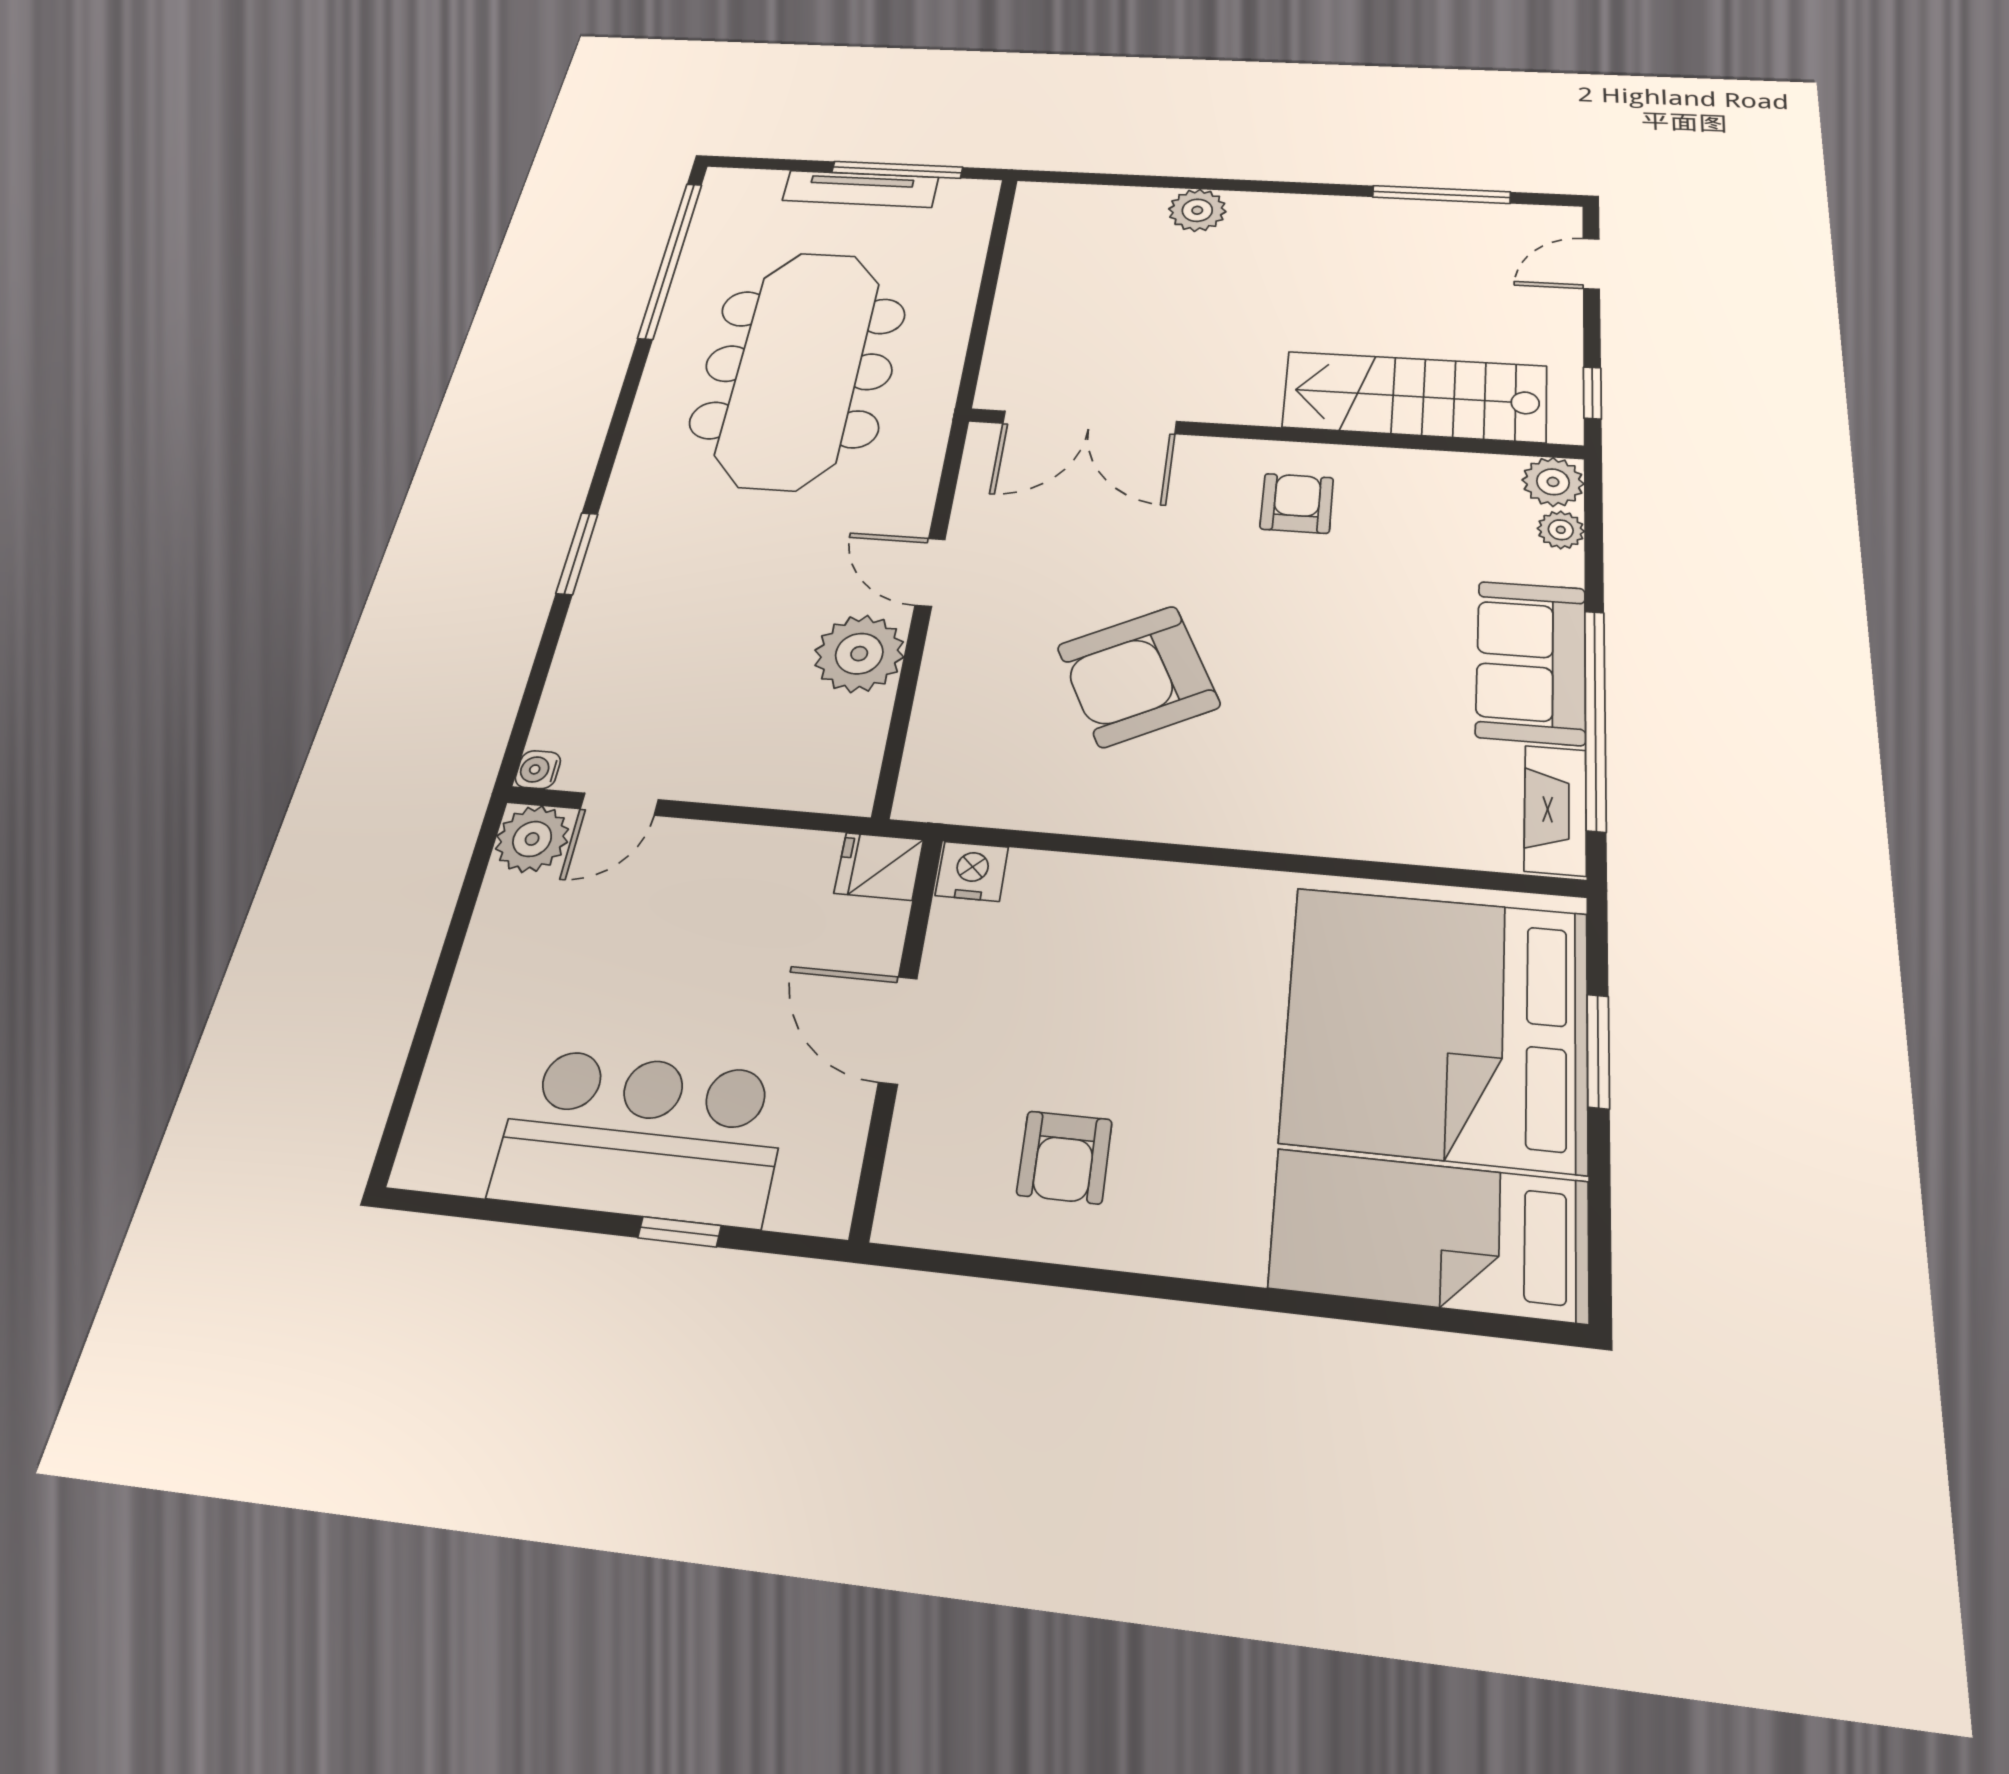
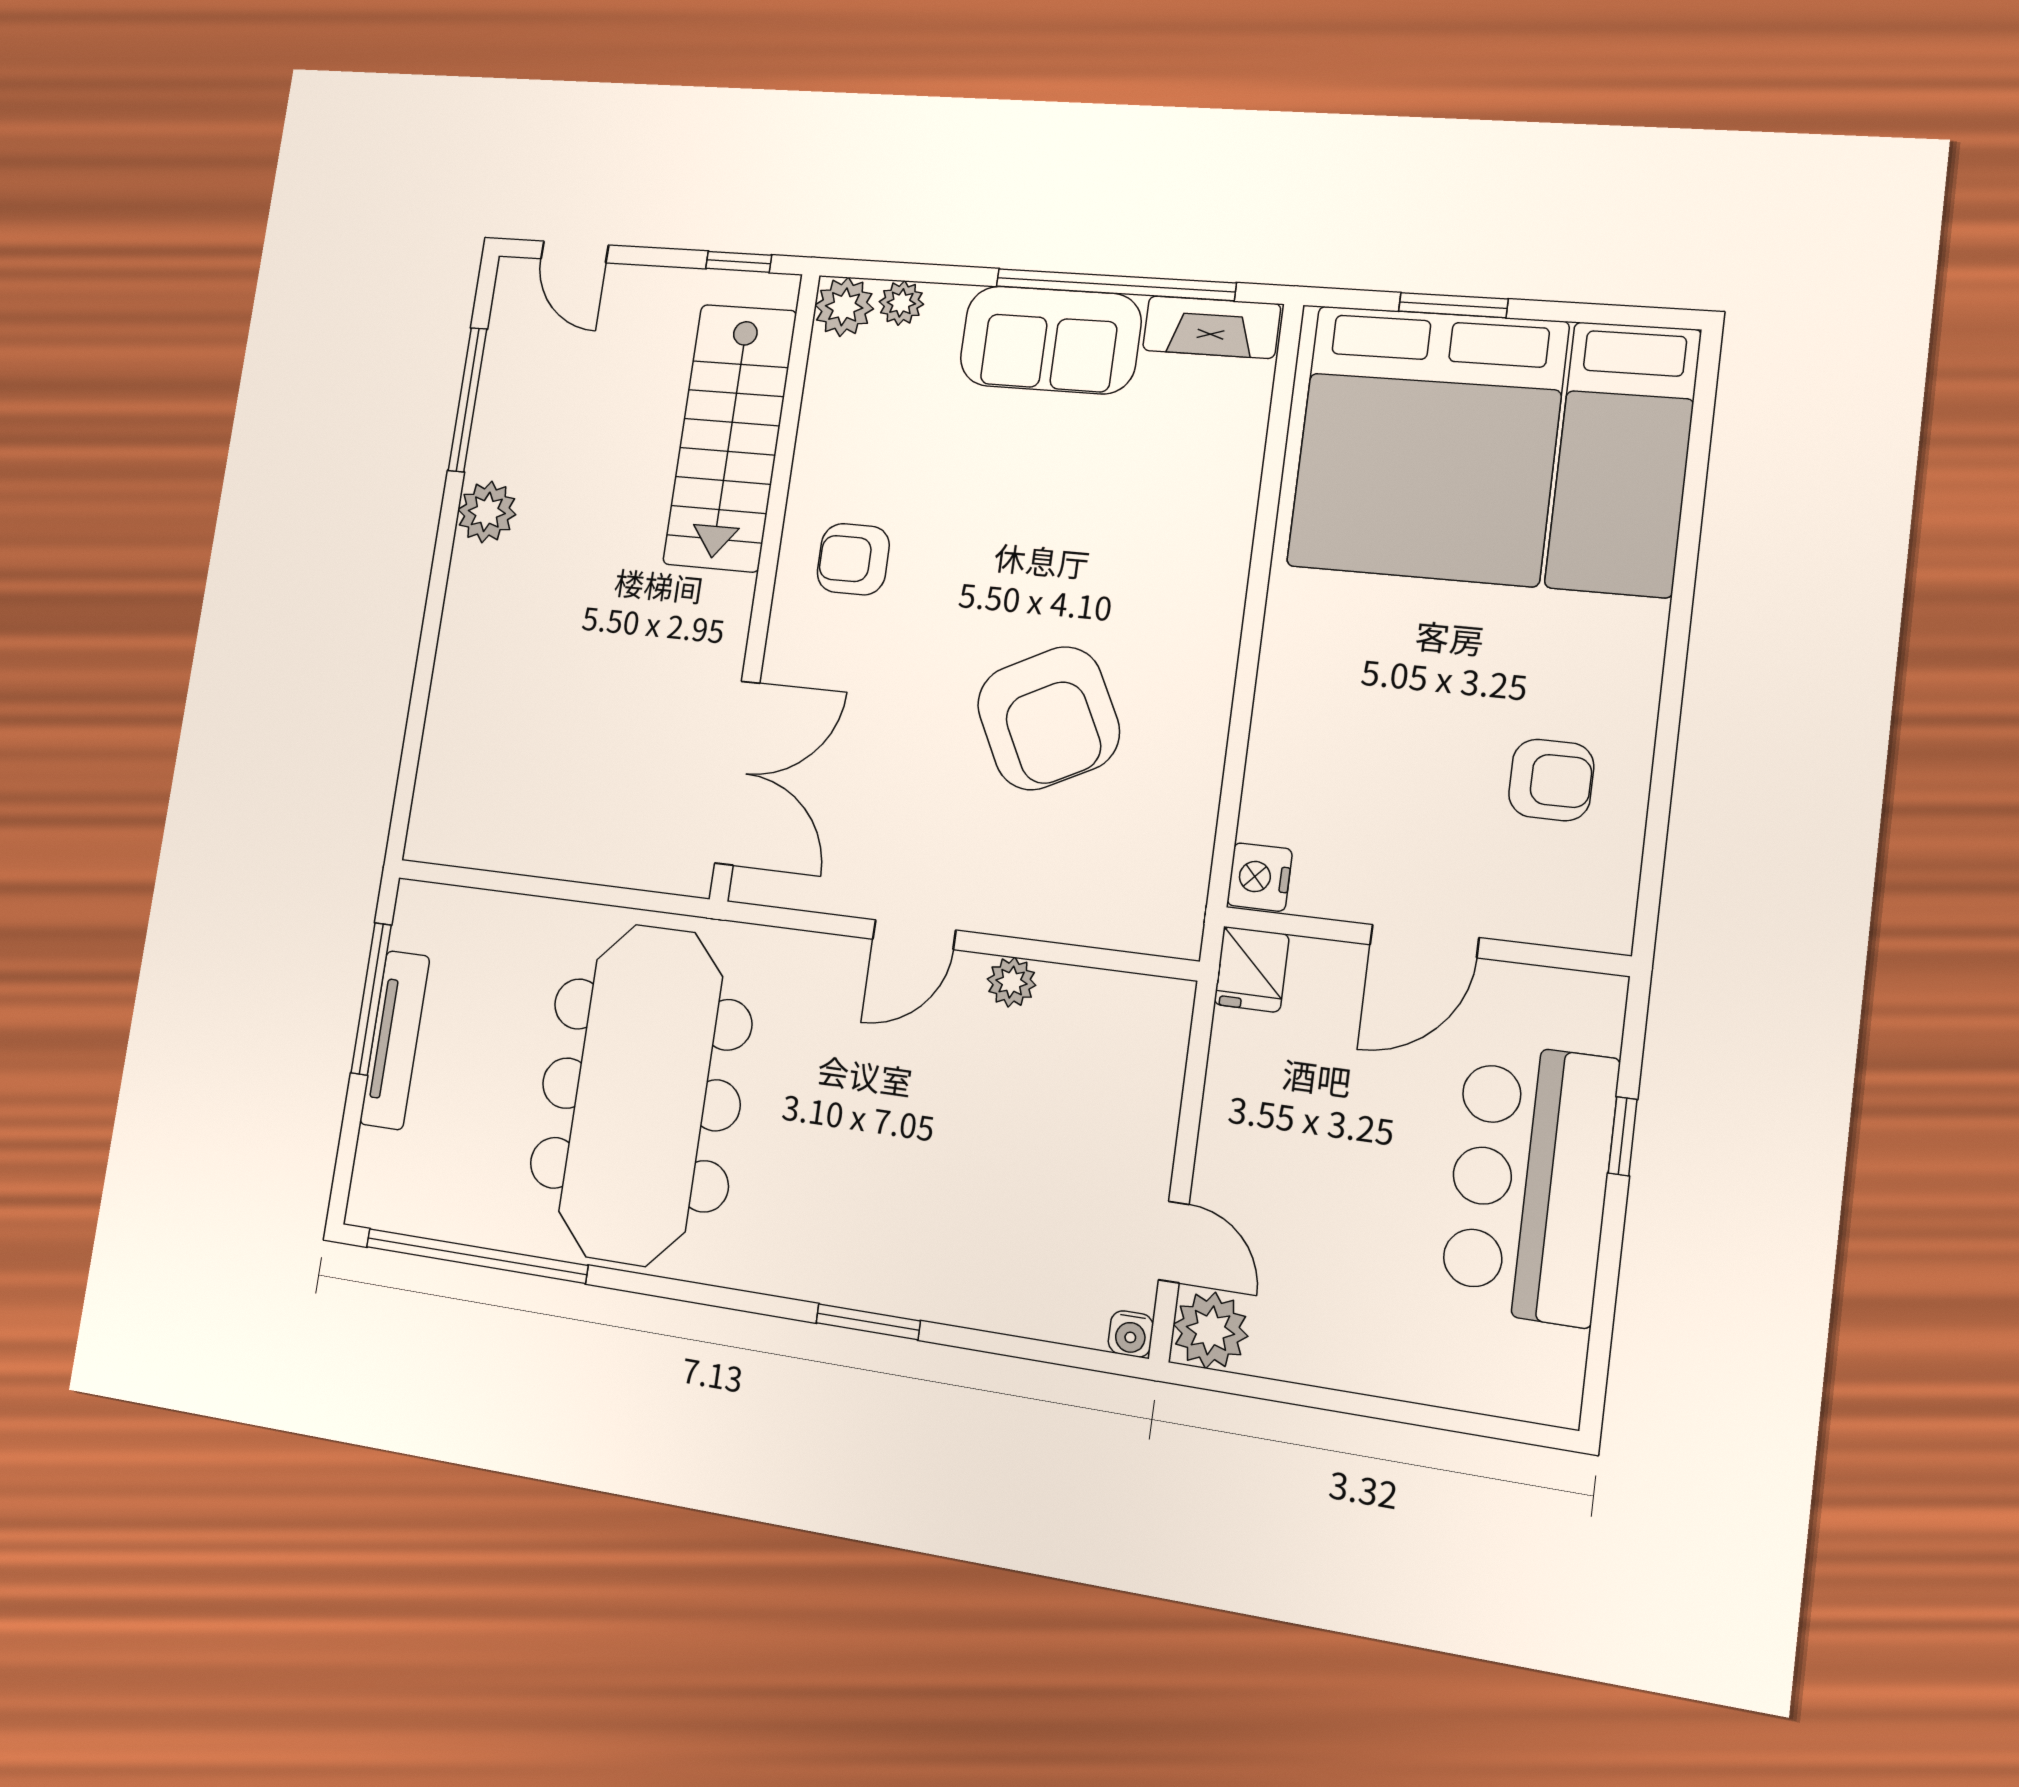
plant: (1197, 210) -> (487, 512), moved
meeting table: (799, 368) -> (641, 1094), turned 90
plant: (859, 654) -> (1012, 982), width x0.53, depth x0.53

